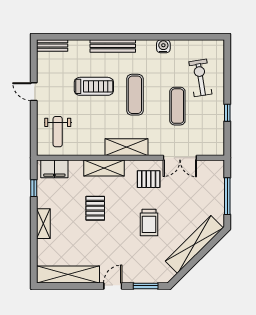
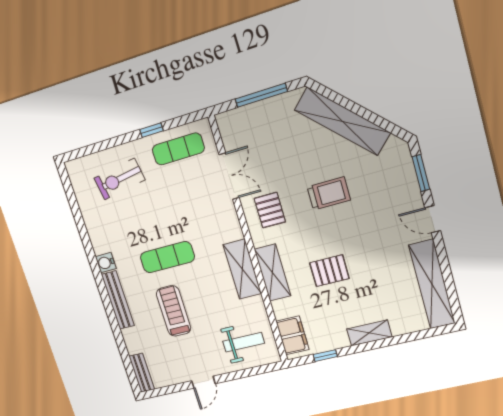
water cooler: (163, 46) -> (106, 263), moved
exercise mat: (177, 106) -> (178, 149), moved
shelving: (126, 147) -> (242, 269), moved

